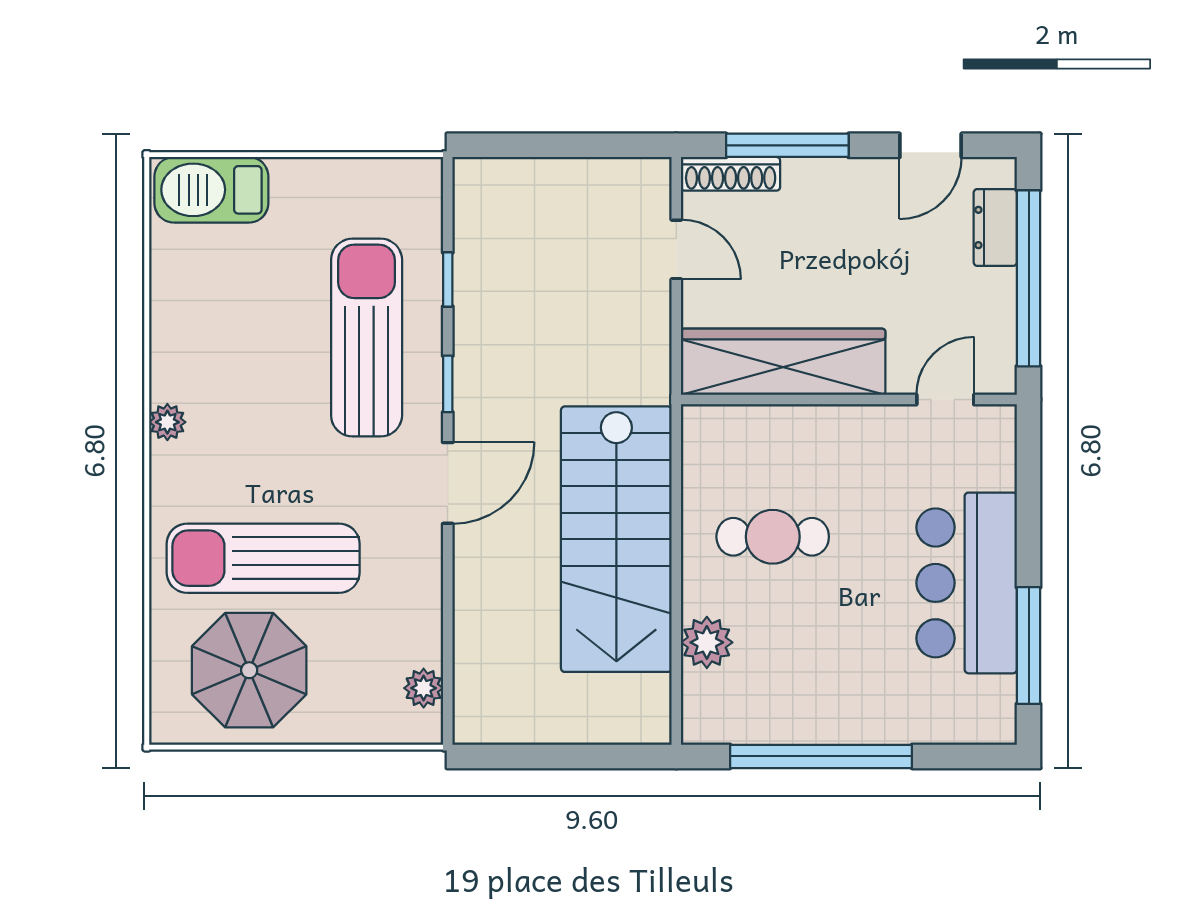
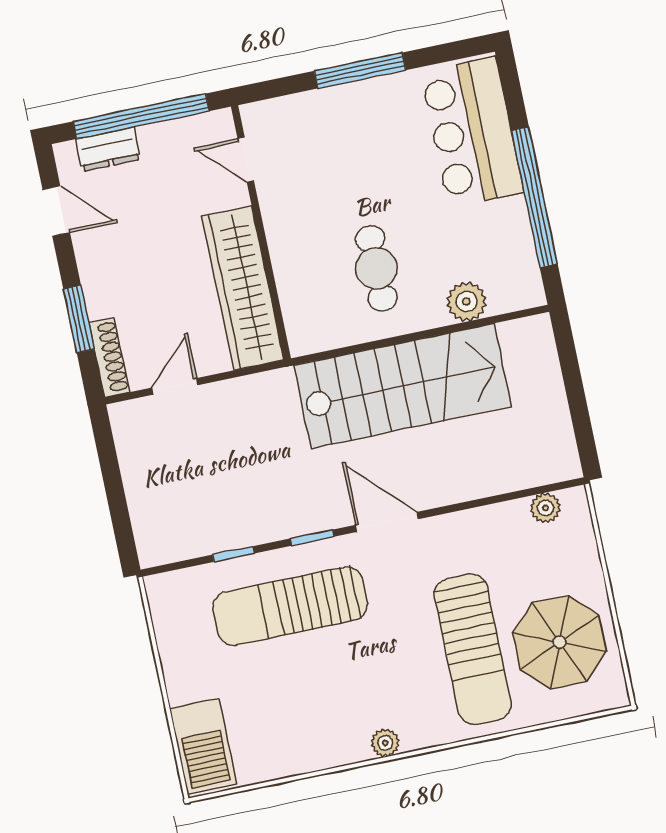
window: (787, 145) -> (79, 319), width x0.69
bar counter: (967, 583) -> (472, 132), moved, turned 90
window: (1029, 646) -> (360, 71), moved

